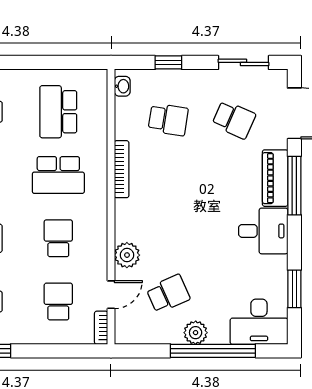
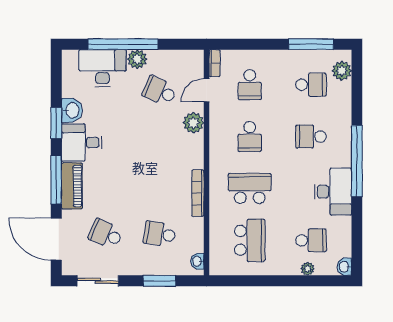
window: (168, 62) -> (159, 281), width x1.50
washbasin: (275, 270) -> (72, 110), added
window: (294, 289) -> (56, 123), moved
school desk: (168, 294) -> (160, 91), turned 48
desk: (259, 322) -> (103, 68), moved

